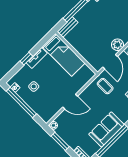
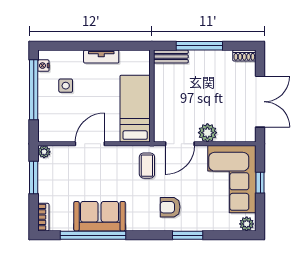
bed: (64, 55) -> (135, 109), moved, turned 180
window: (26, 59) -> (89, 46), removed
door: (70, 102) -> (90, 144), swing flipped

